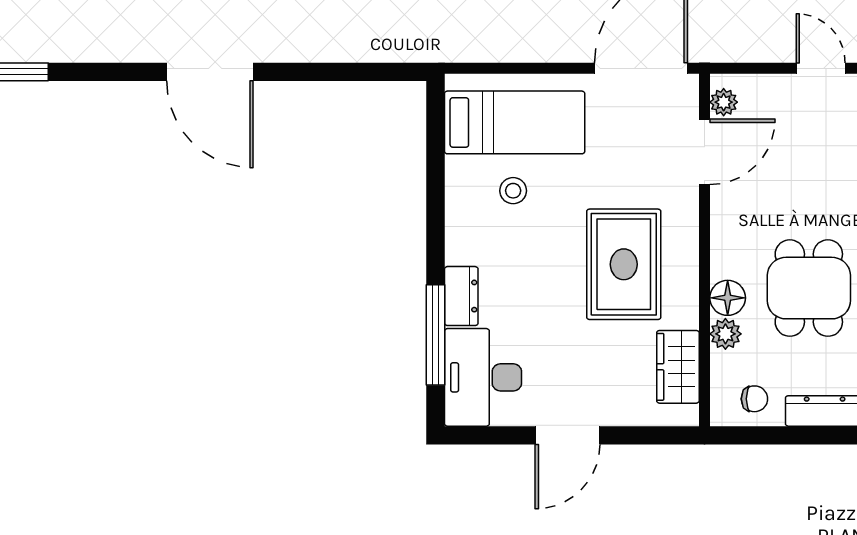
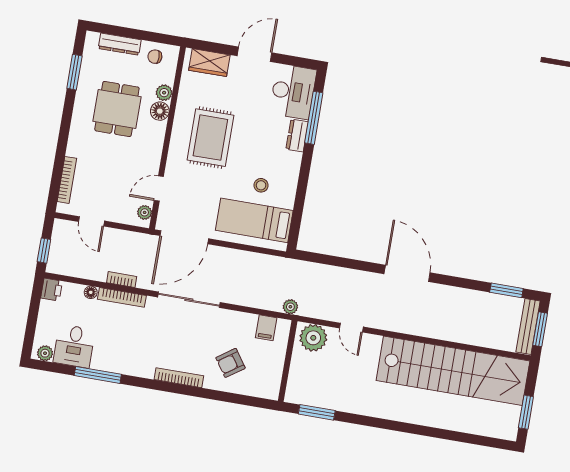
door: (705, 152) -> (159, 189), width x0.73
wardrobe: (678, 367) -> (209, 63), moved, turned 90

